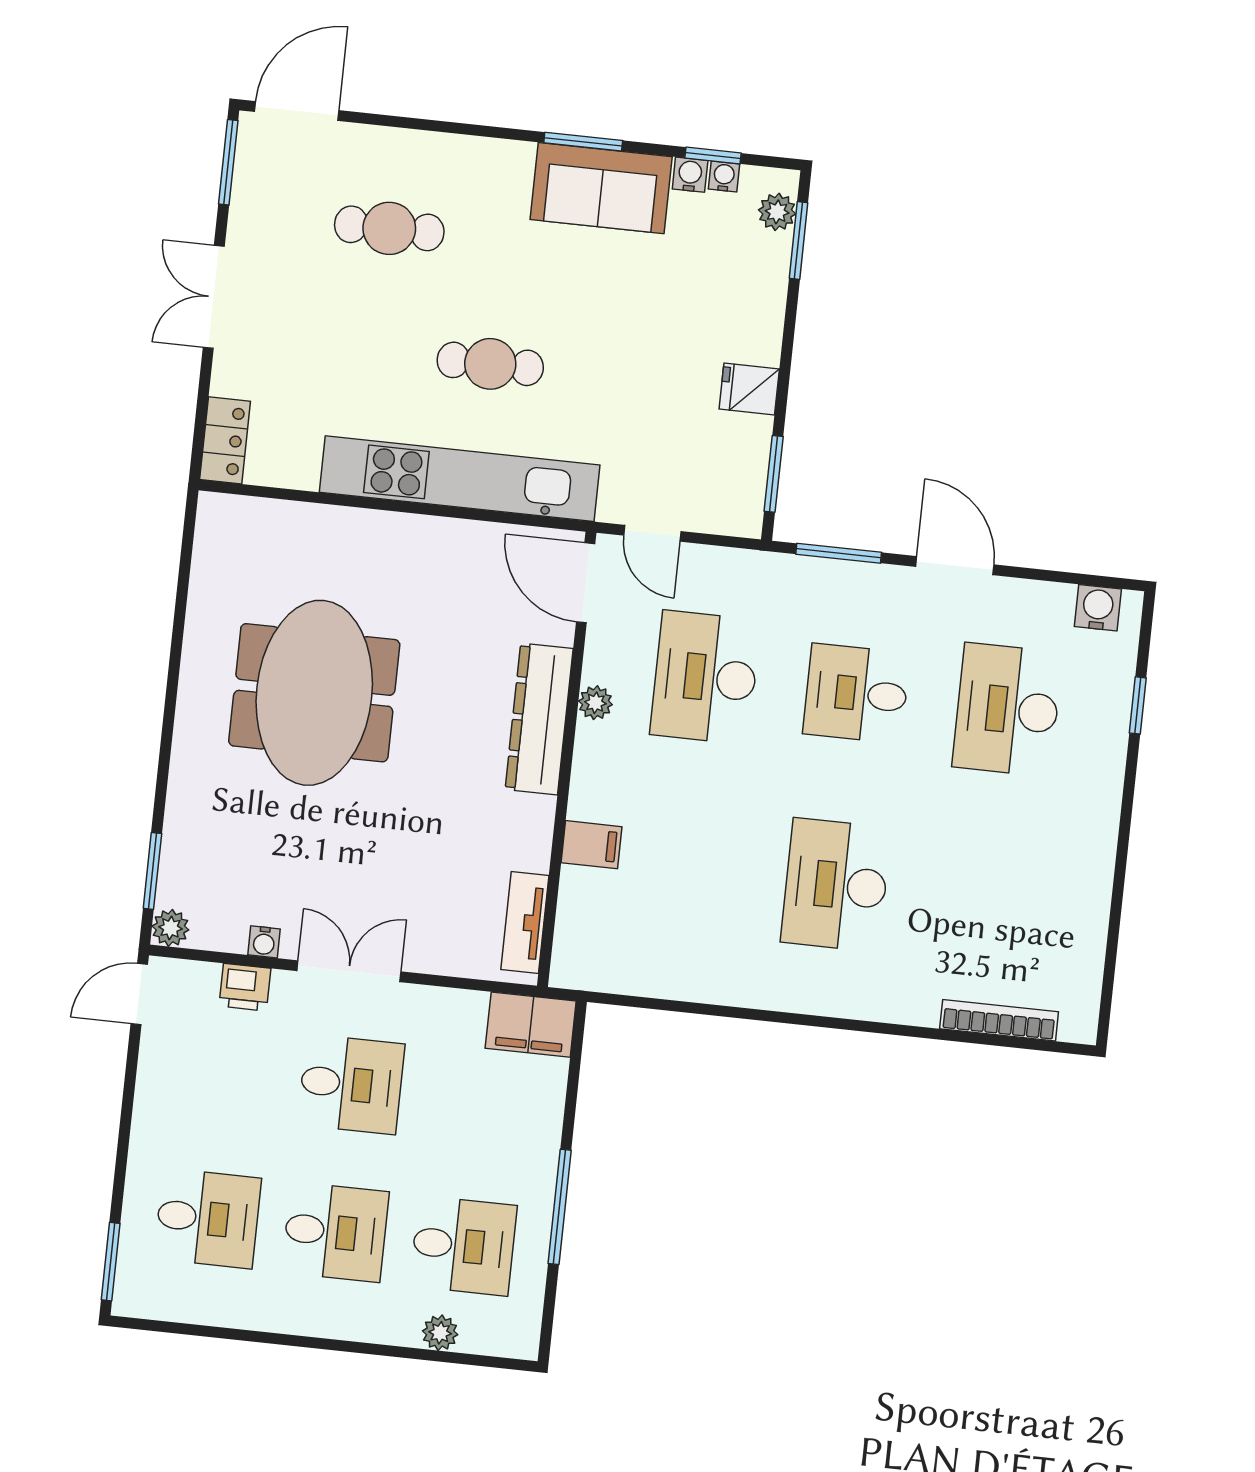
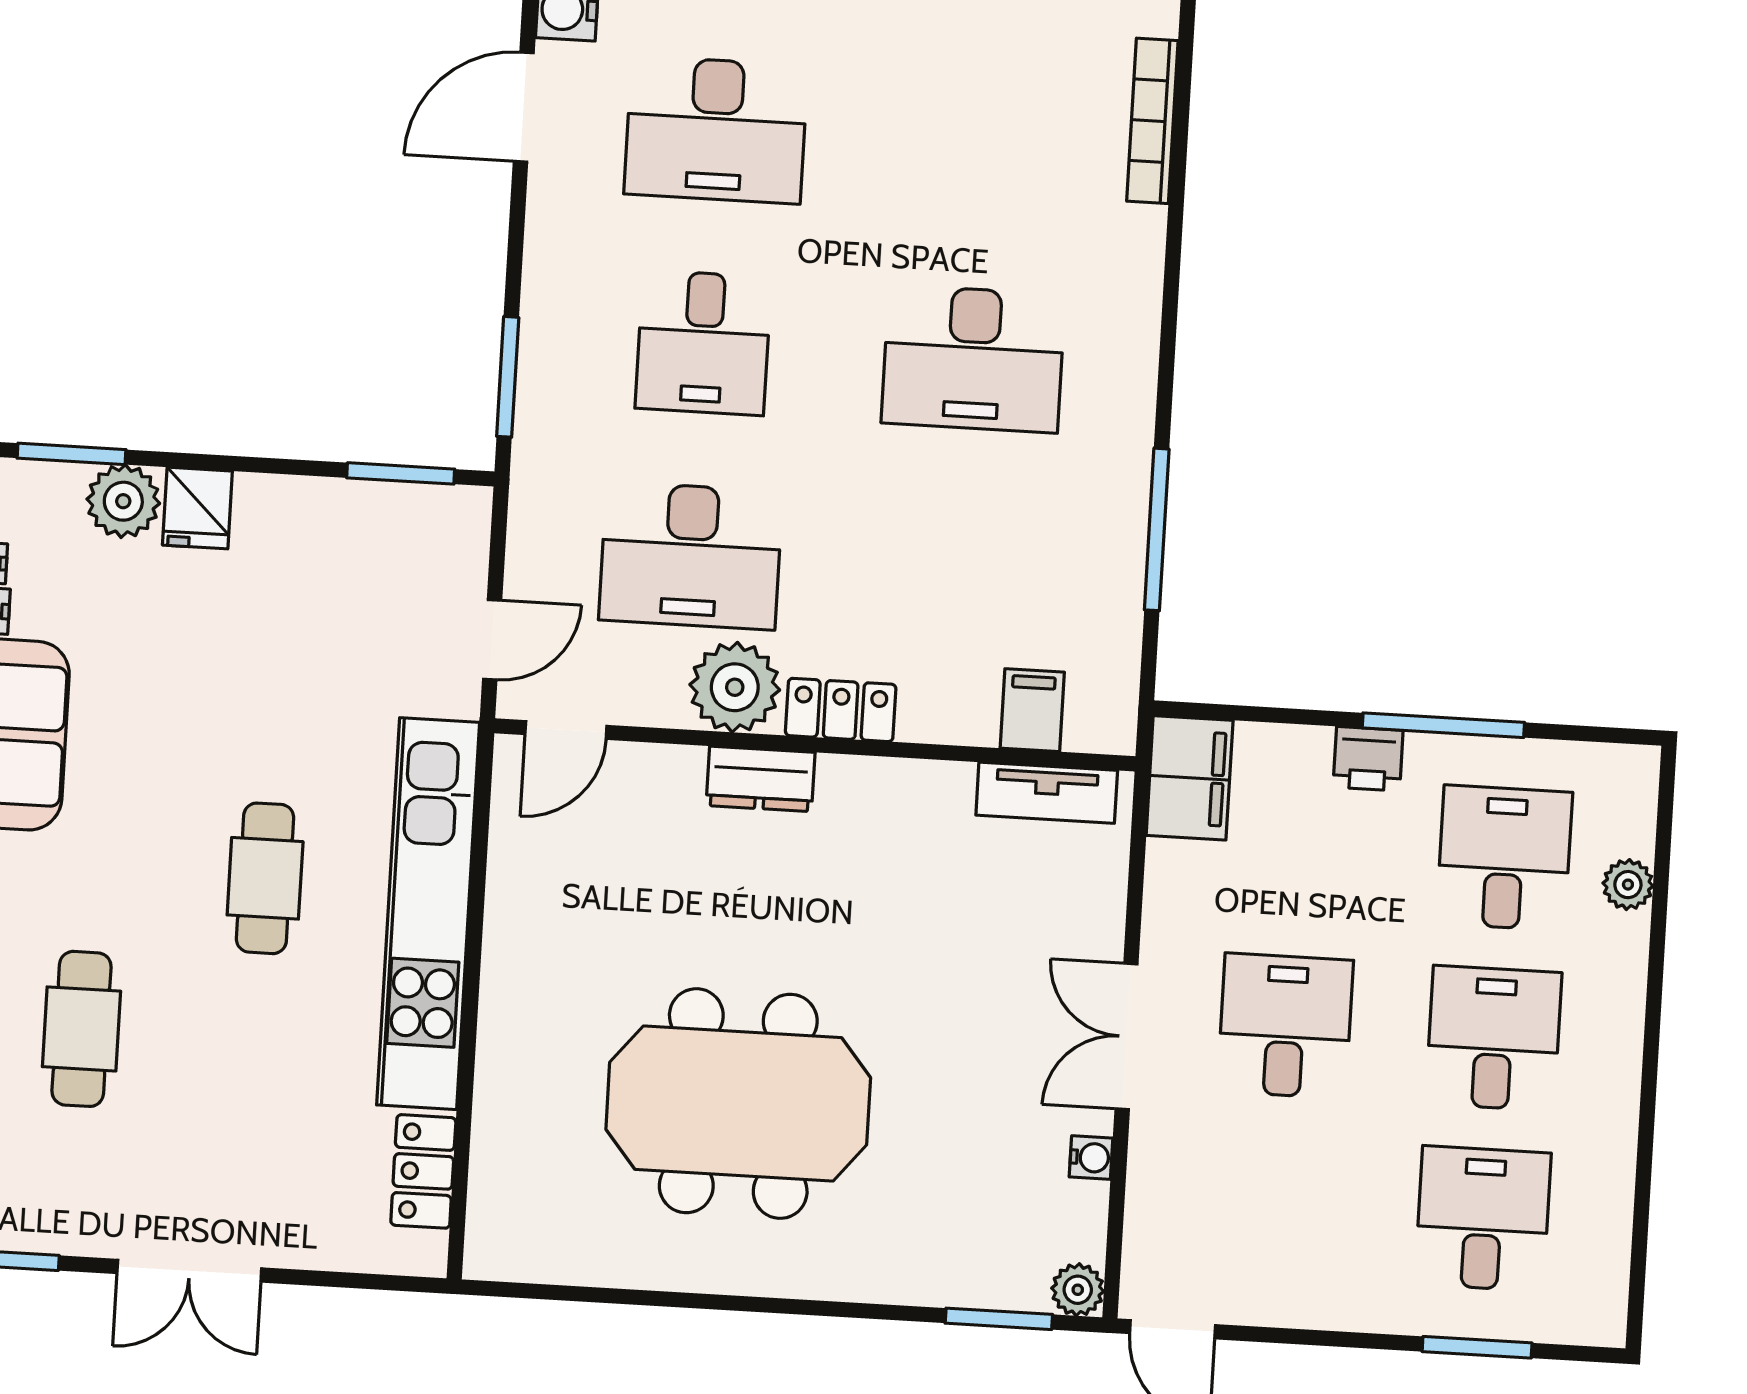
plant: (777, 212) -> (123, 501), moved, width x1.38, depth x1.38
fridge: (749, 389) -> (197, 508), moved
locker: (225, 440) -> (423, 1171), moved, turned -90
door: (955, 566) -> (524, 107), moved
door: (586, 583) -> (566, 730), width x0.73
plant: (595, 703) -> (735, 687), width x1.88, depth x1.88
dresser: (539, 719) -> (761, 779), width x0.51, depth x0.80
locker: (591, 779) -> (841, 710), added
filing cabinet: (592, 845) -> (1032, 710), moved
printer: (245, 987) -> (1368, 759), moved, turned 90
window: (708, 1010) -> (1157, 529), added
window: (111, 1262) -> (1477, 1347), moved

